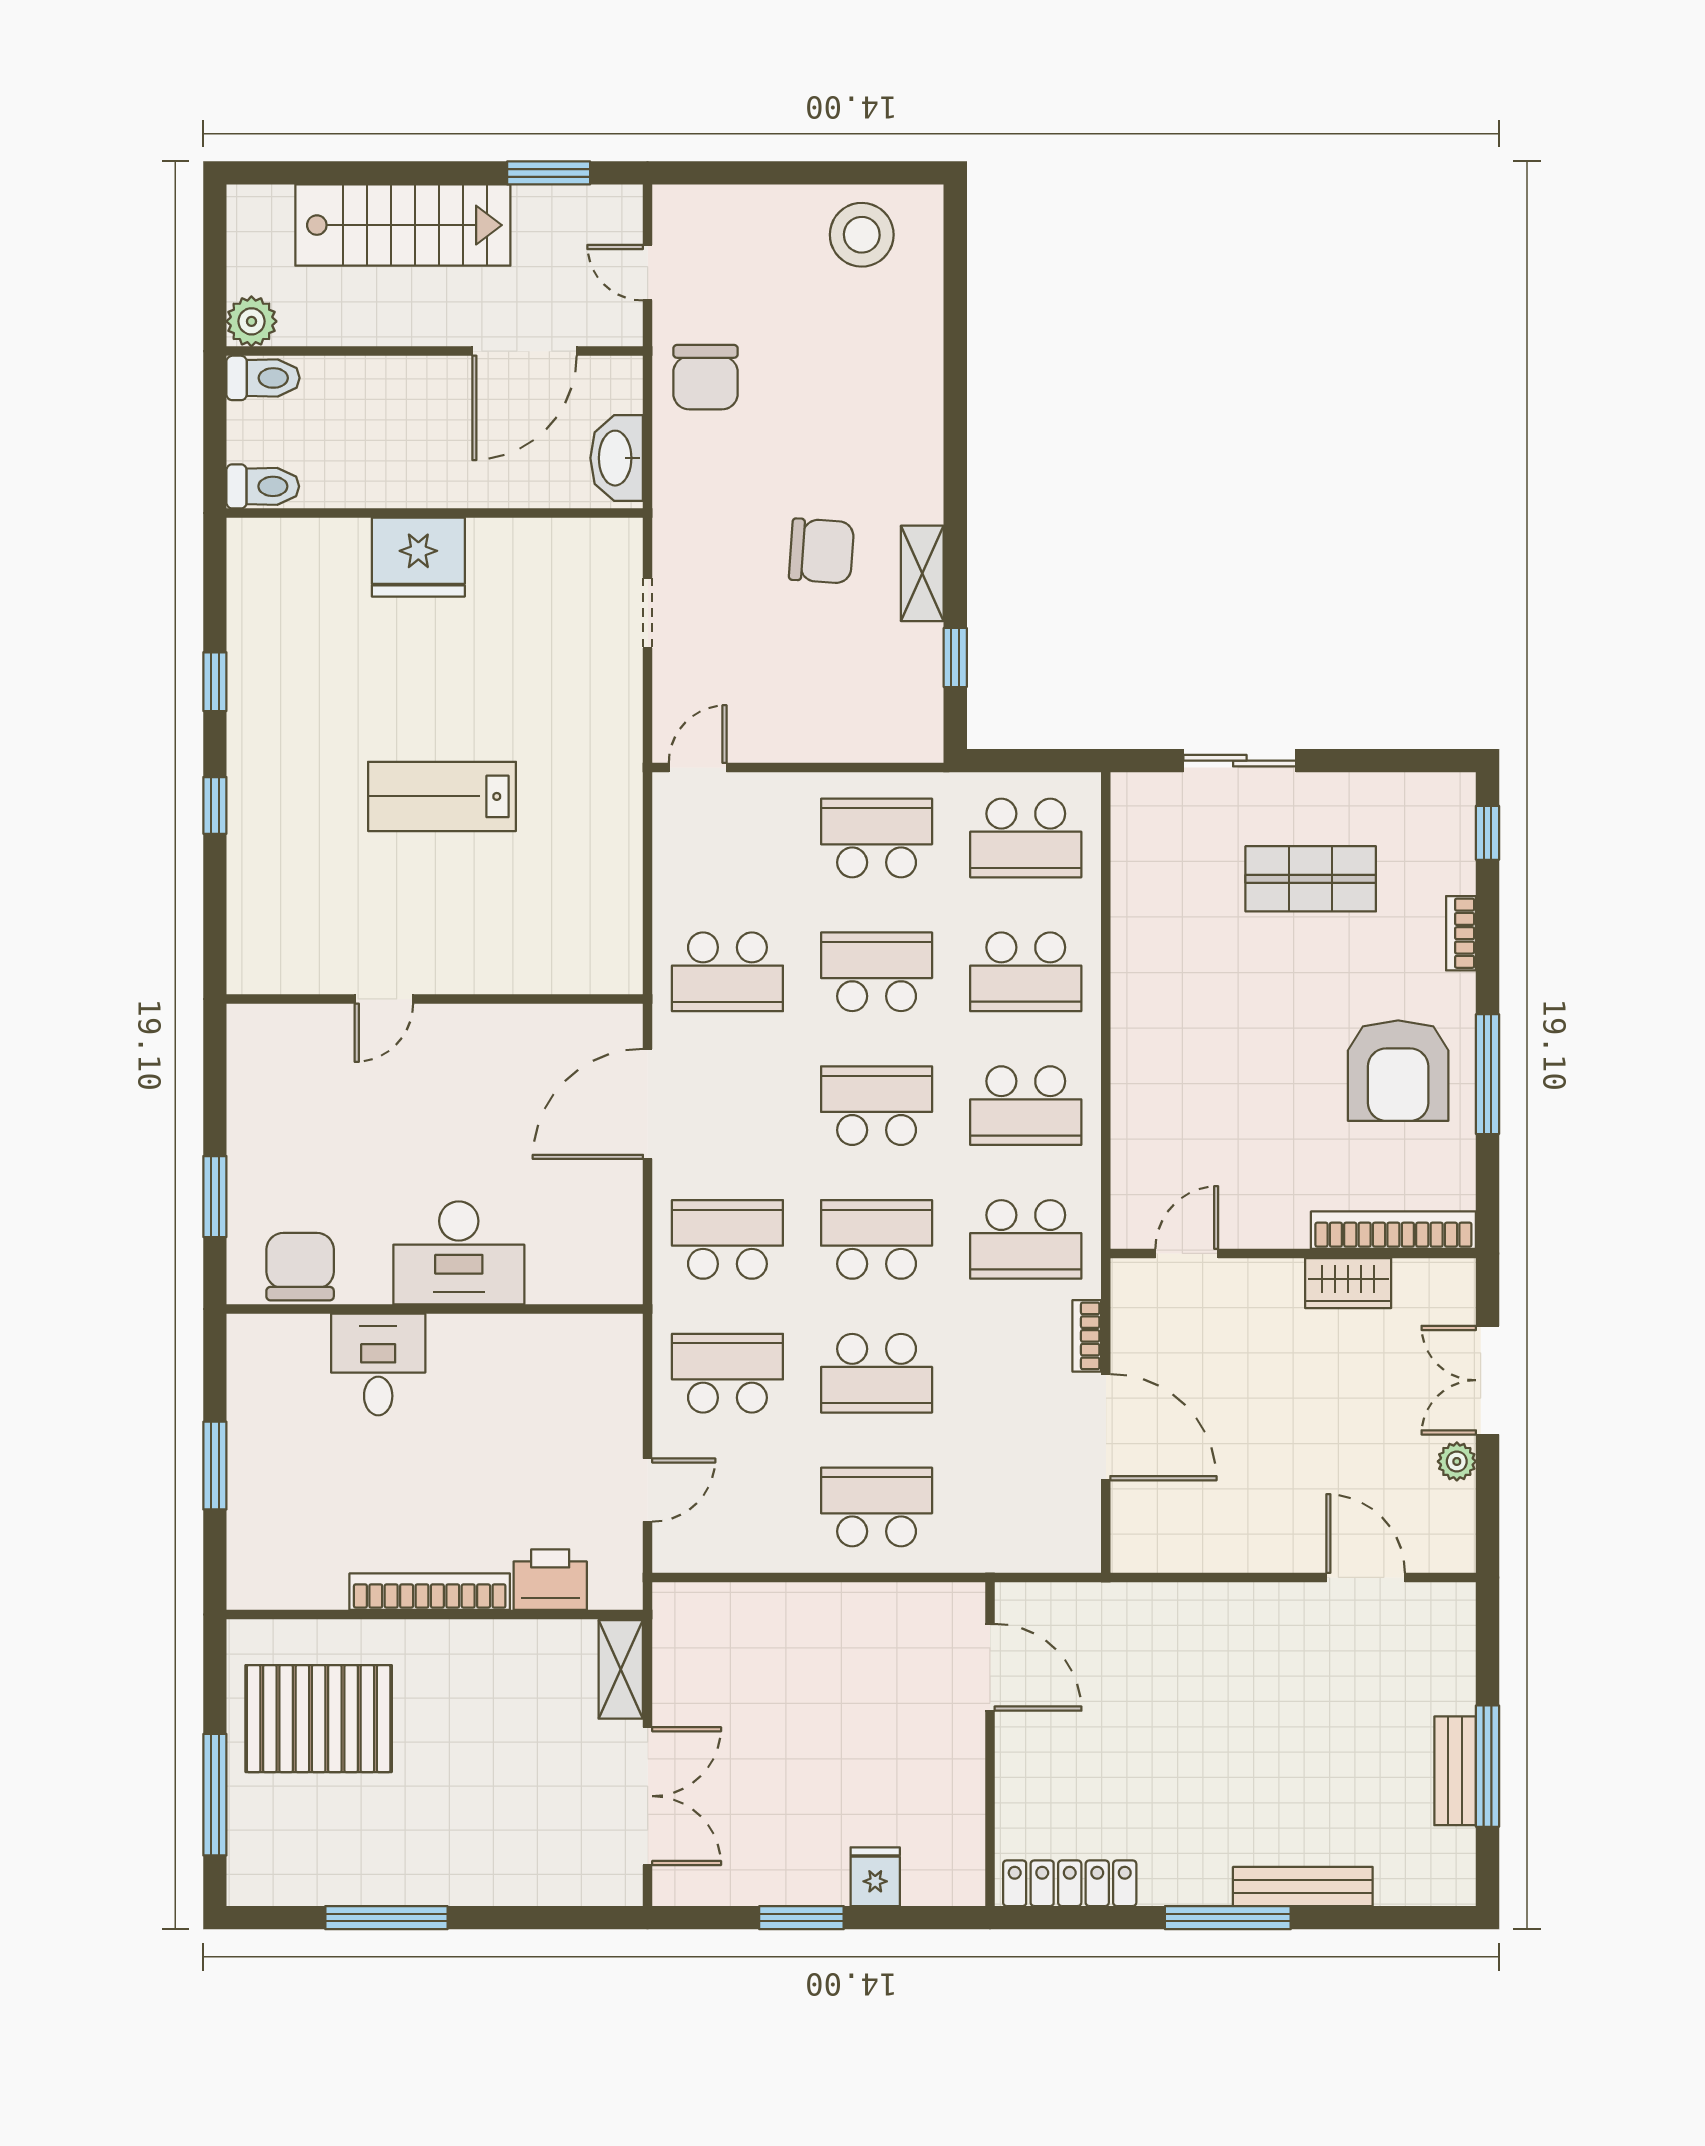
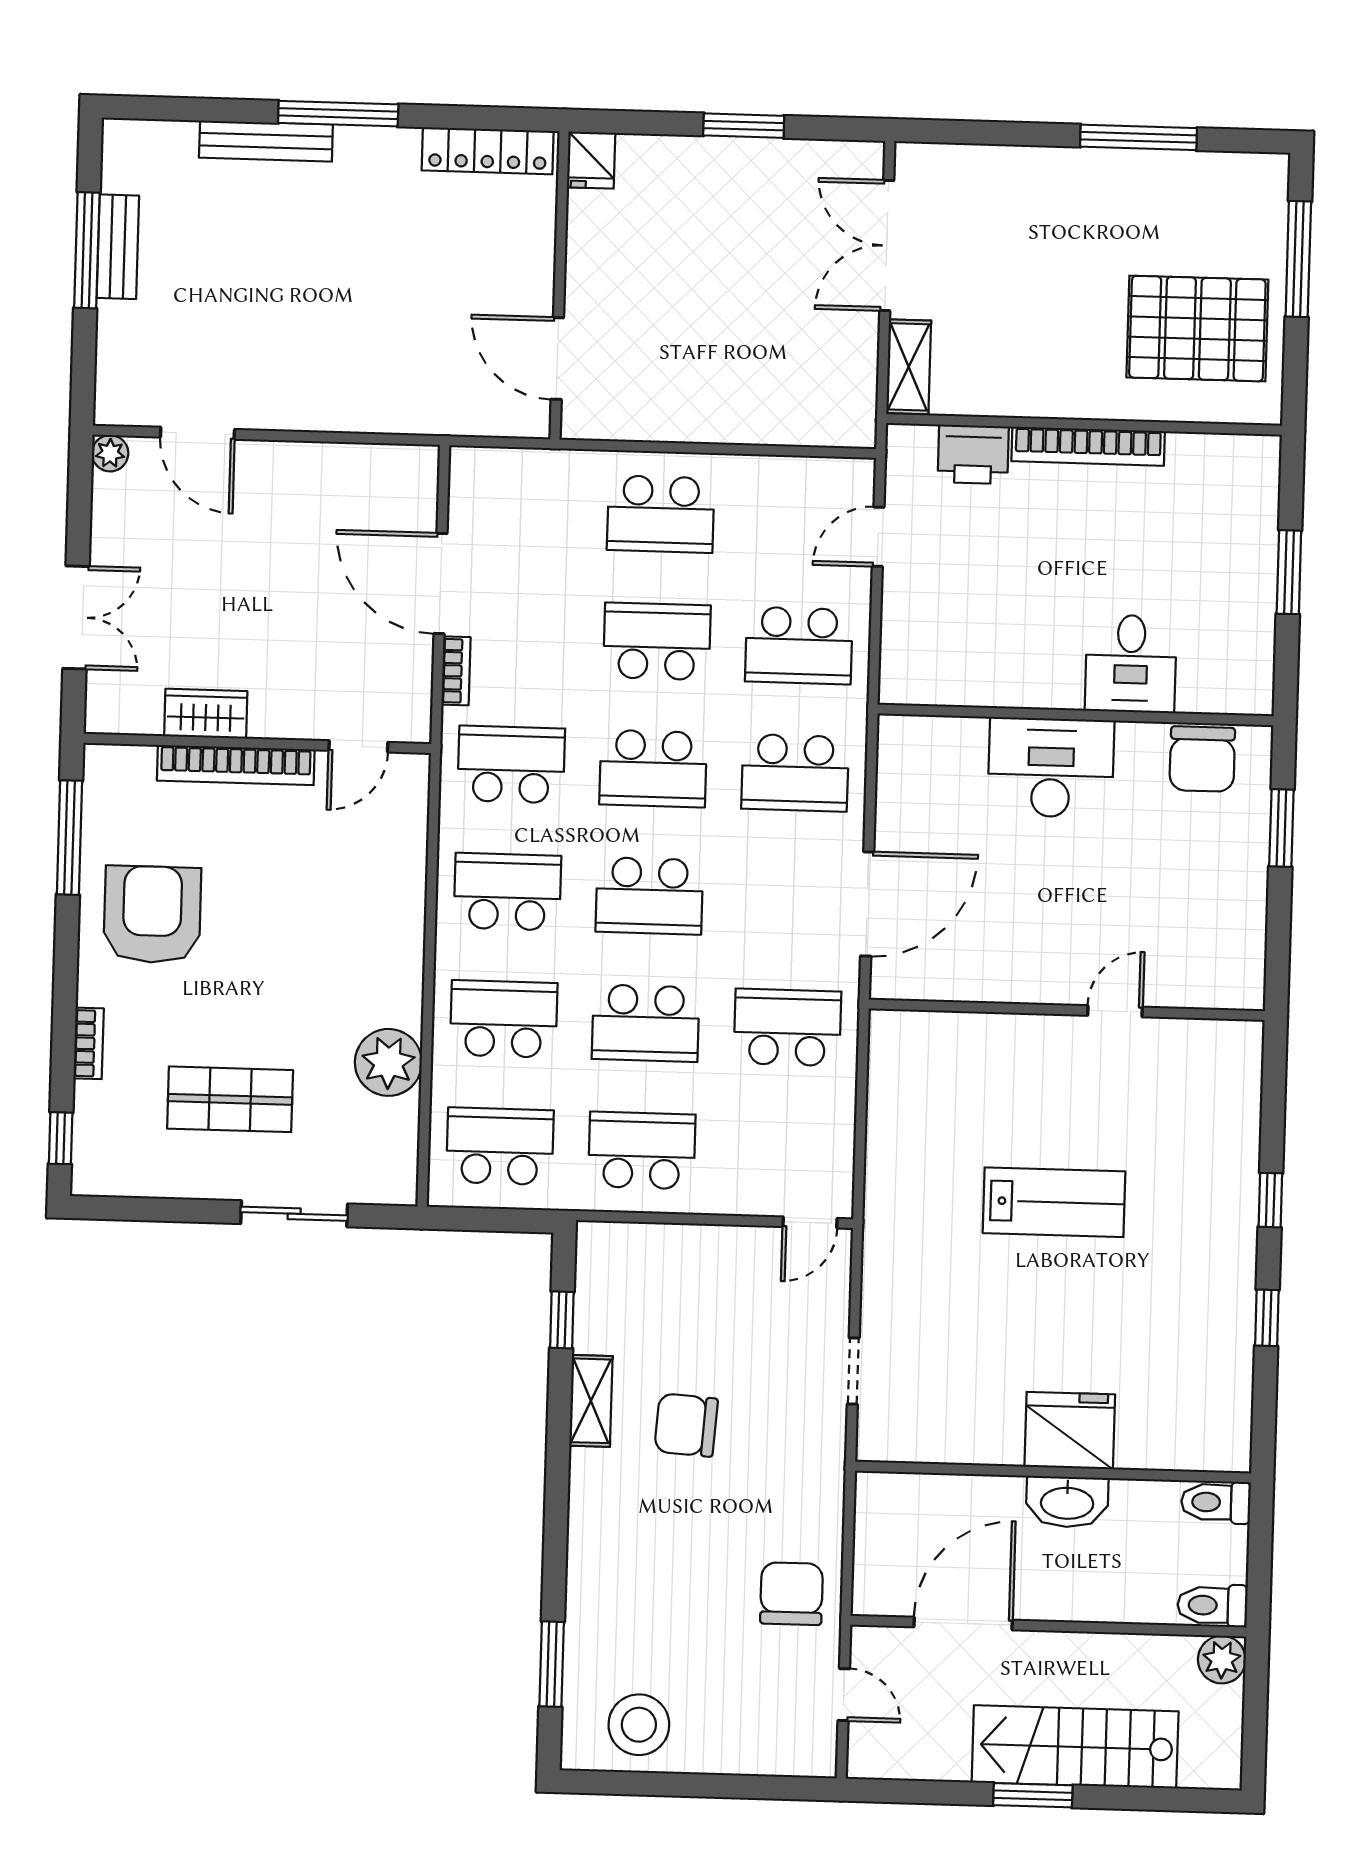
window: (549, 173) -> (1033, 1795), moved
window: (955, 296) -> (552, 1664), added
washbasin: (617, 458) -> (1067, 1502), moved, turned 90
school desk: (877, 838) -> (642, 1150), turned 180
plant: (1145, 923) -> (388, 1062), added
window: (1487, 1074) -> (69, 838), moved
bookcase: (1393, 1230) -> (236, 765), moved
plant: (1457, 1461) -> (110, 453), moved
fridge: (875, 1877) -> (591, 160), moved

